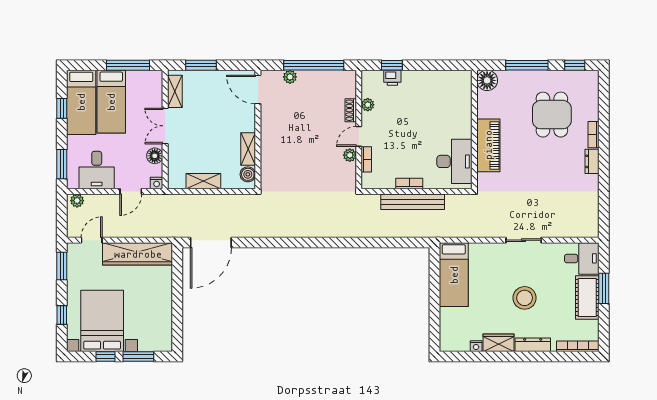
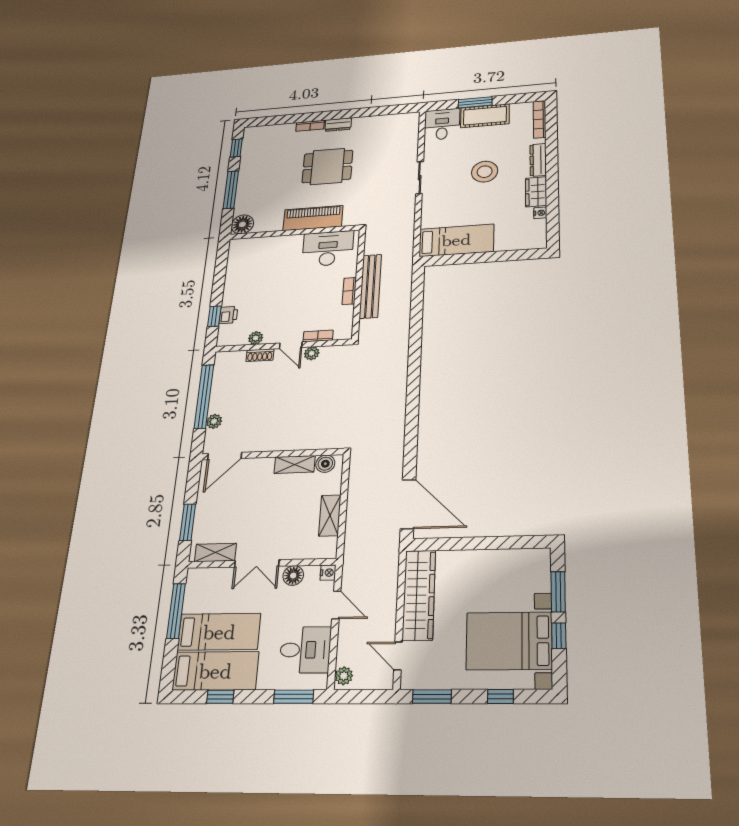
dining table: (552, 115) -> (327, 166), moved

